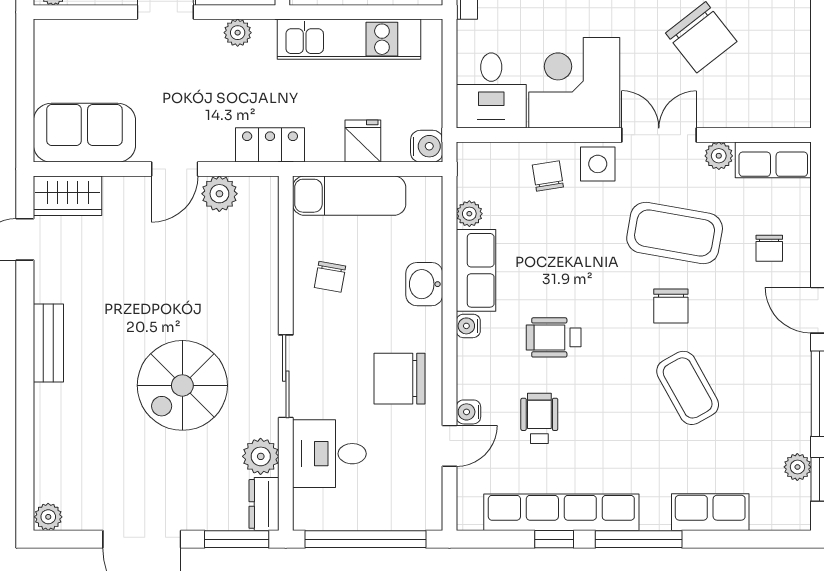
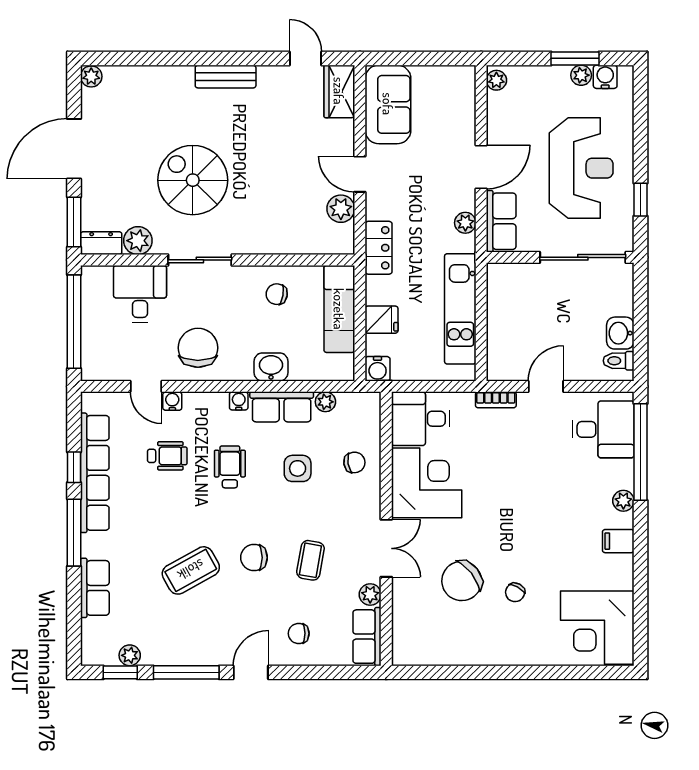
side table: (598, 164) -> (298, 468), moved
coffee table: (675, 233) -> (310, 560), width x0.54, depth x0.58

